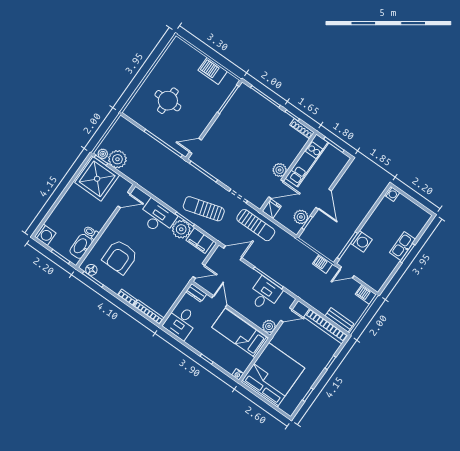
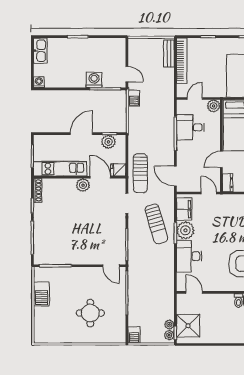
plant: (117, 159) -> (169, 325), width x0.53, depth x0.53
shower: (97, 179) -> (188, 326), width x0.73, depth x0.73
sun lounger: (256, 225) -> (140, 173), turned 180
kitchen sink: (402, 246) -> (40, 51), moved, turned -90
barbecue: (366, 294) -> (134, 335), moved
door: (286, 315) -> (195, 98), hinge flipped

